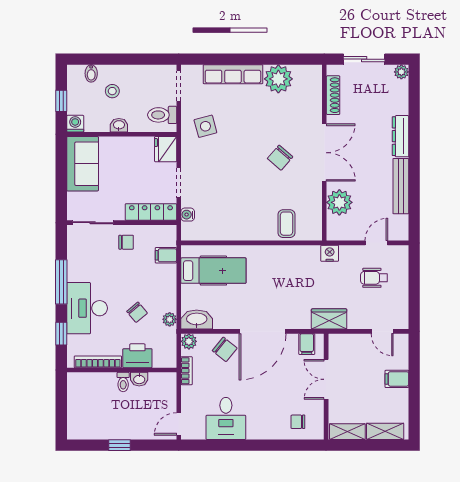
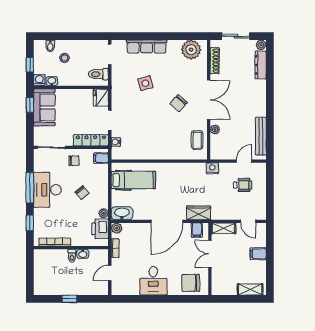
plant: (278, 79) -> (191, 50), moved
washbasin: (119, 125) -> (52, 81), moved
side table: (205, 126) -> (145, 83), moved
dresser: (401, 136) -> (261, 65), moved
window: (61, 160) -> (30, 105), added
bench: (401, 186) -> (261, 136), moved
plant: (339, 202) -> (215, 130), width x0.53, depth x0.53
coffee table: (286, 224) -> (197, 140), moved
filing cabinet: (166, 255) -> (101, 158), moved
wheelchair: (374, 278) -> (243, 185), turned 180
desk: (87, 308) -> (47, 190), moved
chair: (137, 312) -> (82, 193), moved
wardrobe: (329, 319) -> (199, 213), moved
chair: (225, 349) -> (141, 234), removed
printer: (137, 356) -> (100, 229), moved, turned -90
desk: (226, 418) -> (153, 281), moved
chair: (298, 422) -> (191, 283), width x1.87, depth x1.87
door: (179, 424) -> (110, 273), moved
shelving: (347, 432) -> (224, 228), moved

